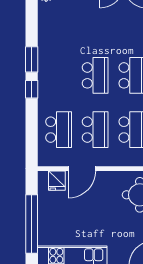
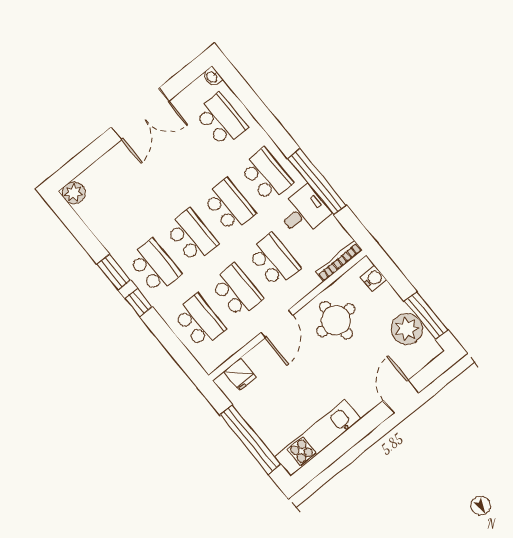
school desk: (59, 75) -> (154, 266), added
door: (82, 169) -> (277, 324), moved

